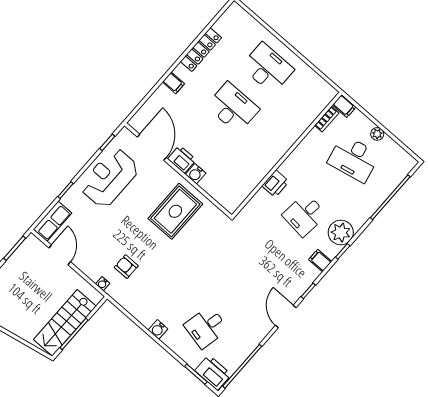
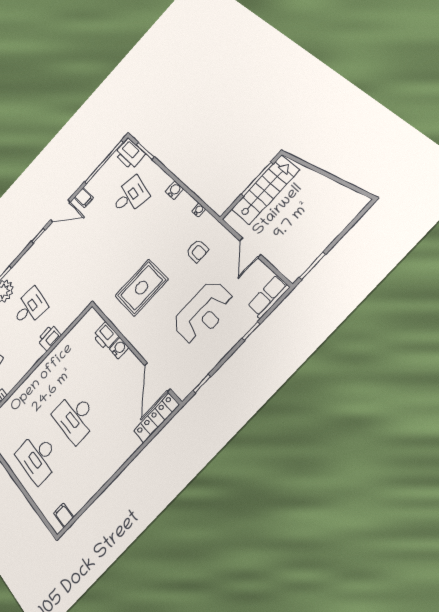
locker: (201, 50) -> (157, 418), moved
filing cabinet: (173, 83) -> (64, 515), moved
printer: (182, 159) -> (106, 336), moved
reception desk: (109, 178) -> (203, 313), moved
rug: (175, 211) -> (142, 288), moved
door: (60, 255) -> (250, 248), moved
filing cabinet: (320, 261) -> (84, 197), moved
water cooler: (103, 284) -> (199, 210), moved
door: (286, 317) -> (60, 211), hinge flipped

